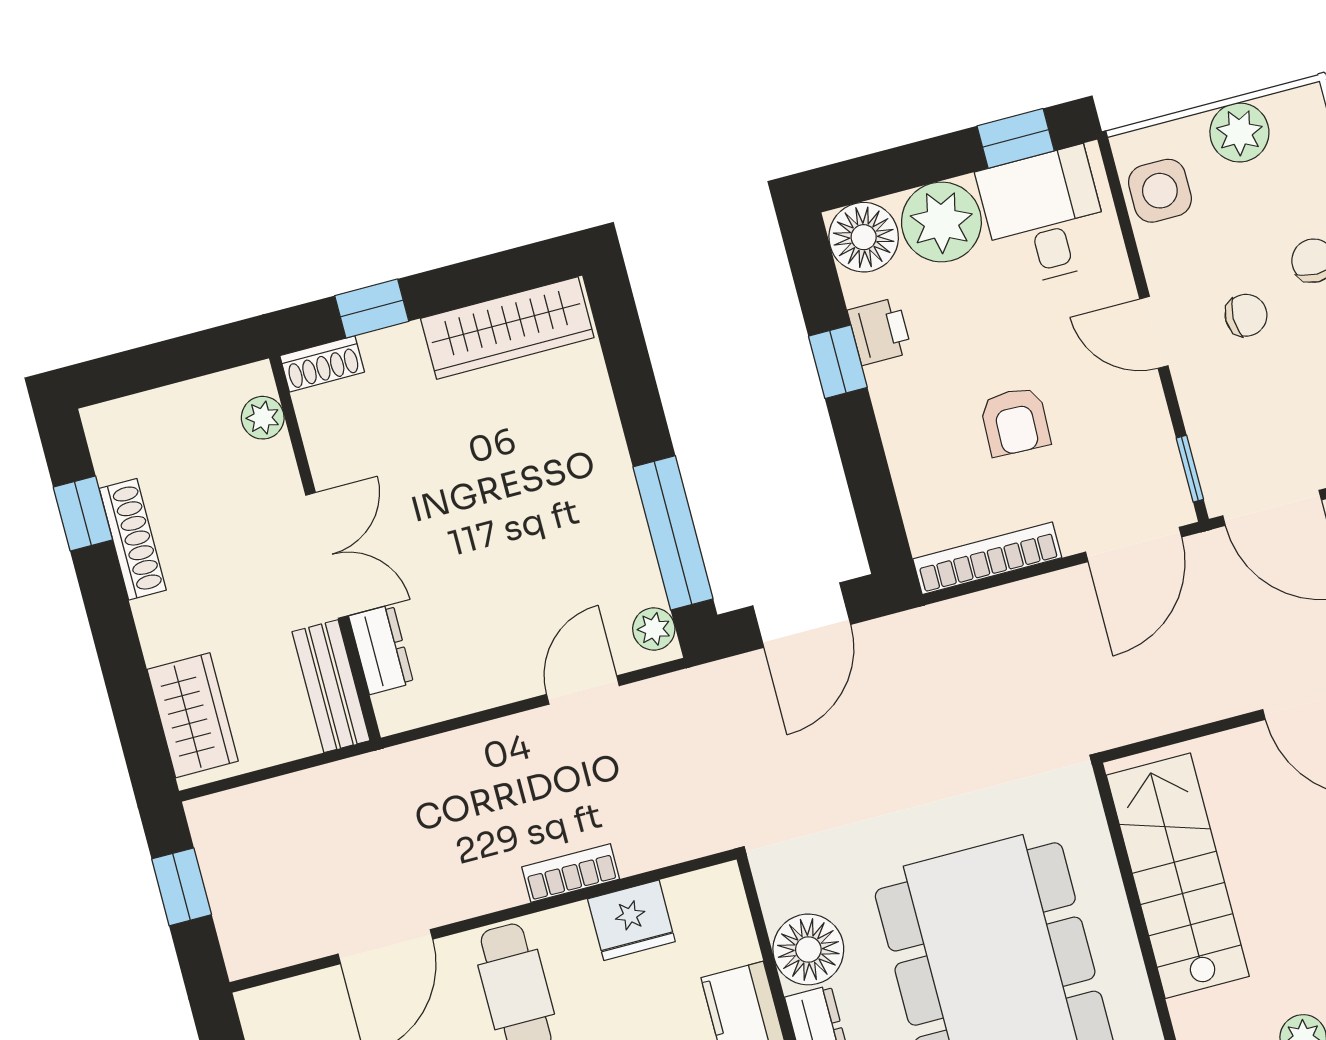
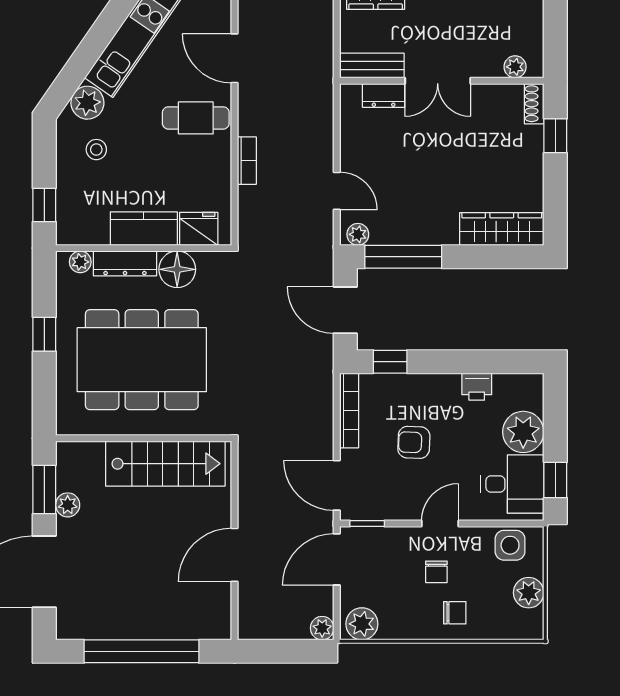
floor lamp: (864, 237) -> (526, 391), removed
wardrobe: (507, 328) -> (502, 229), moved, turned 90
window: (838, 362) -> (390, 362), moved
fridge: (631, 920) -> (199, 229), moved, turned 90

